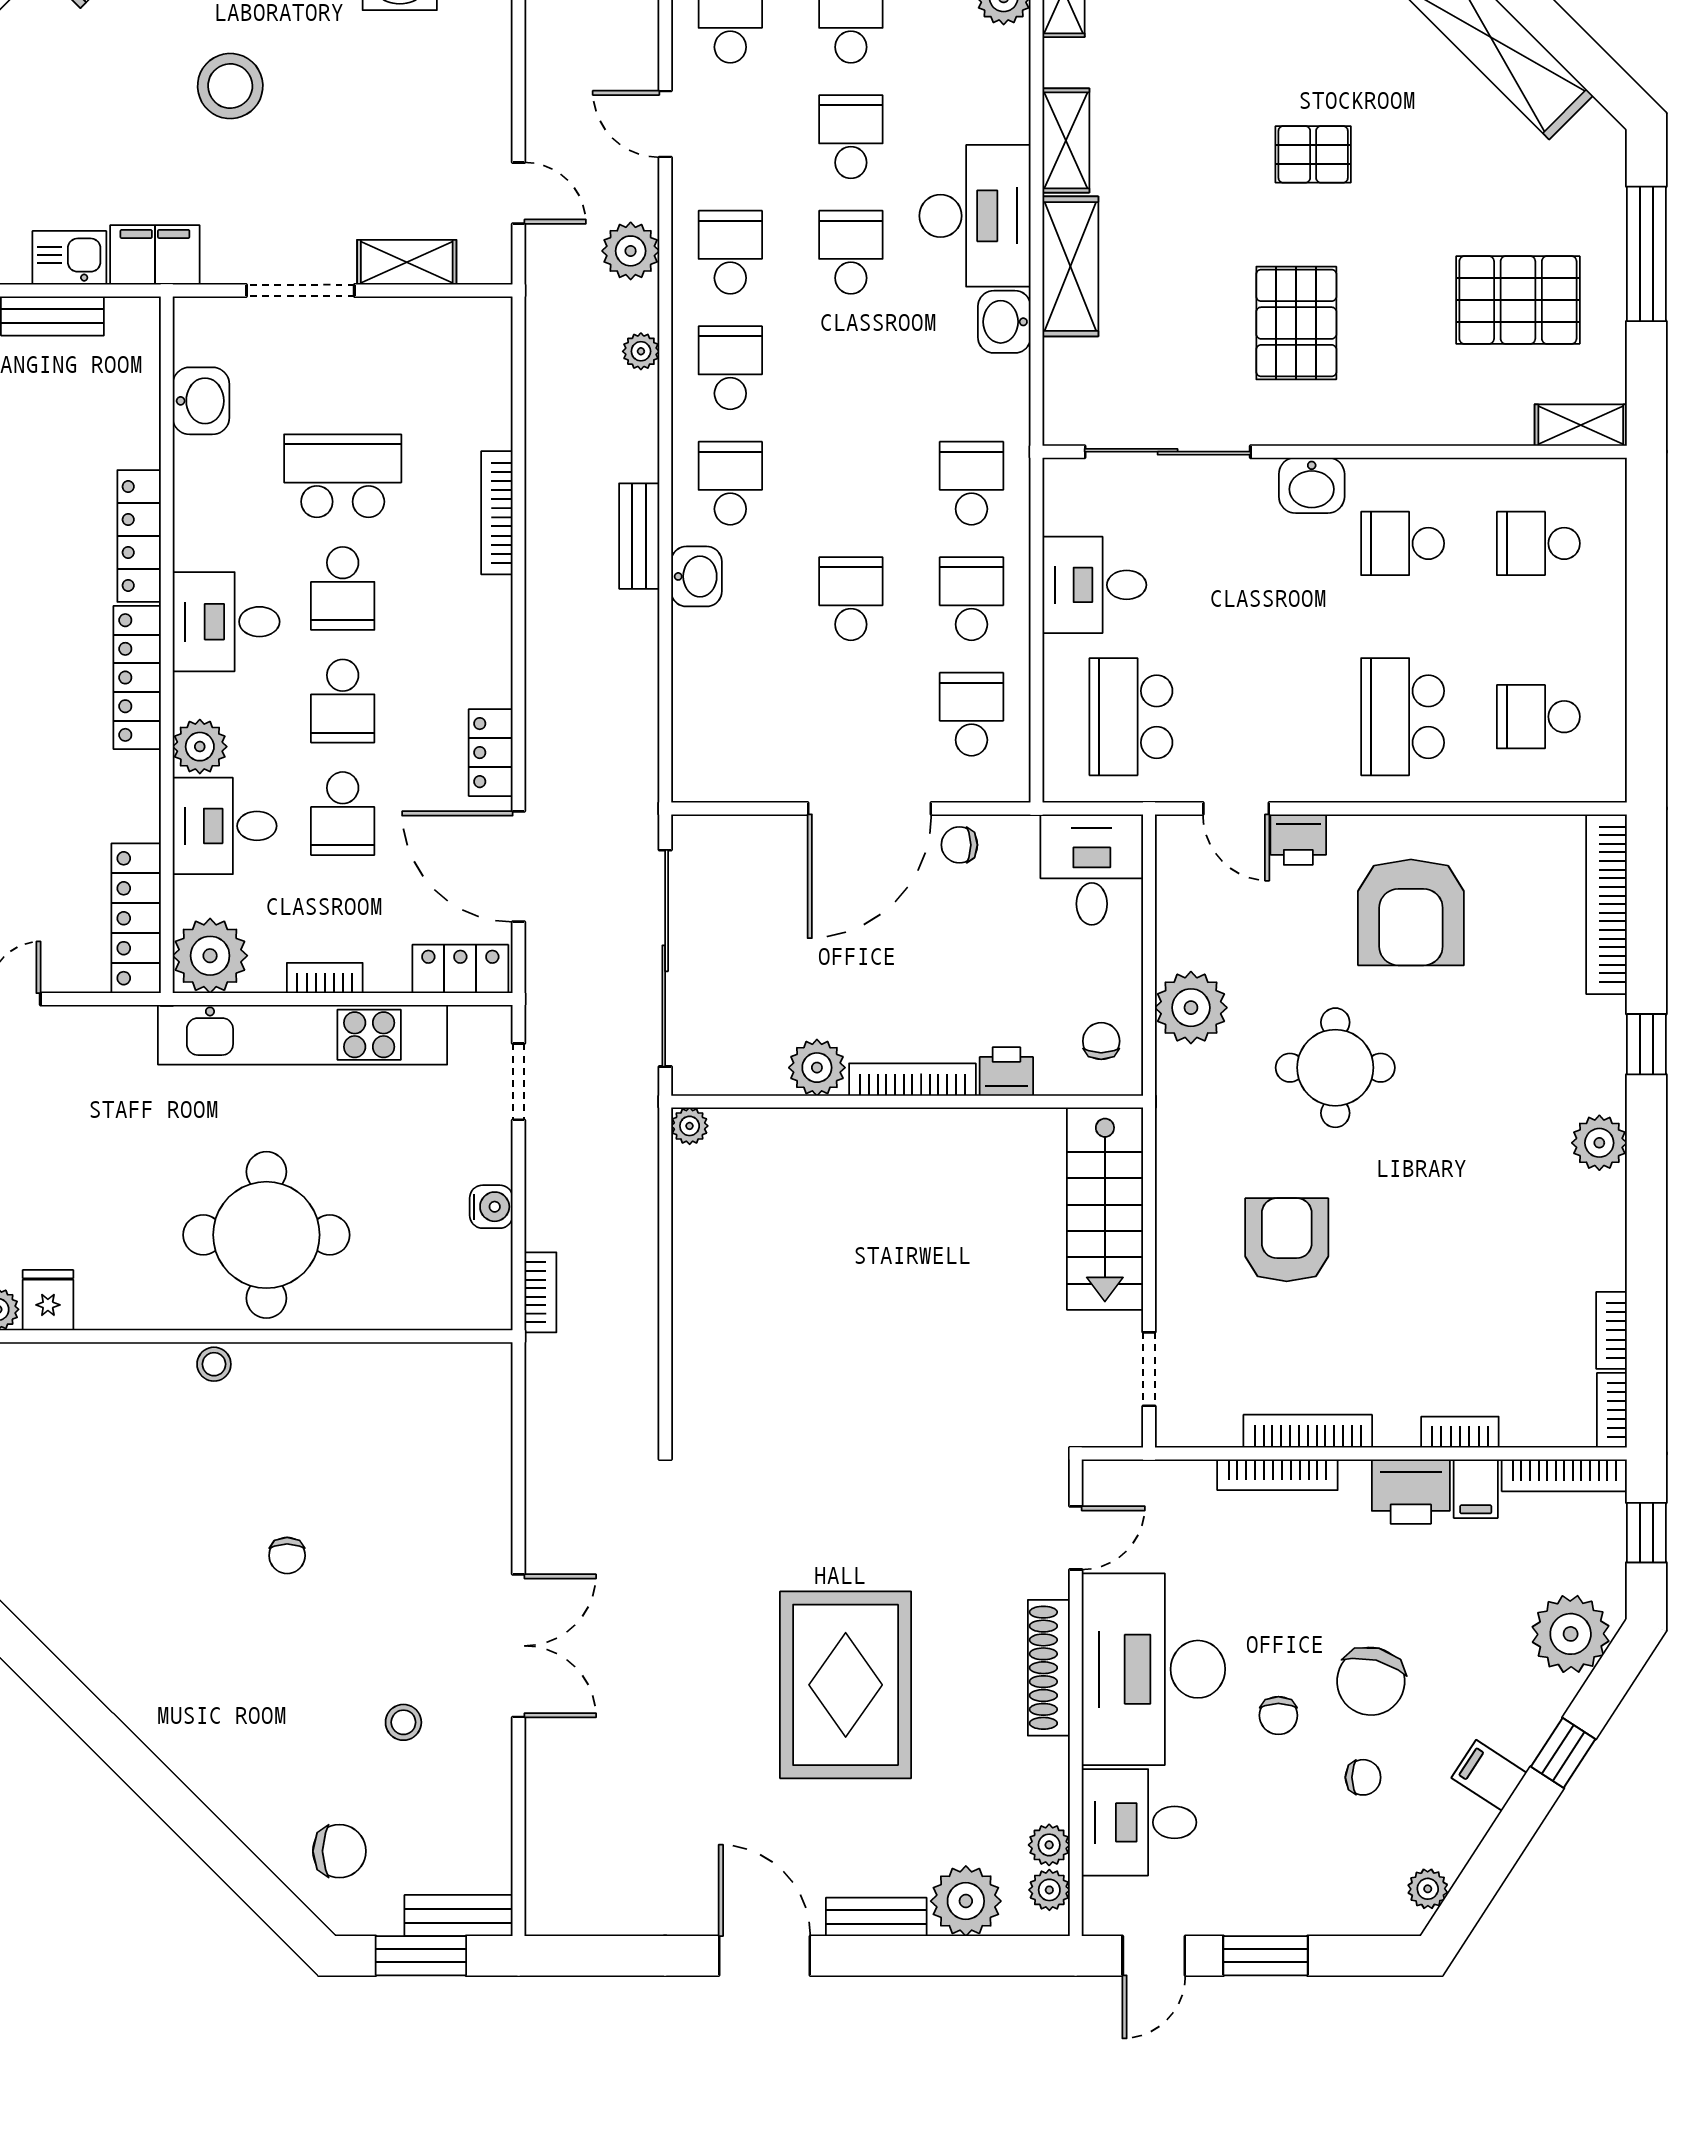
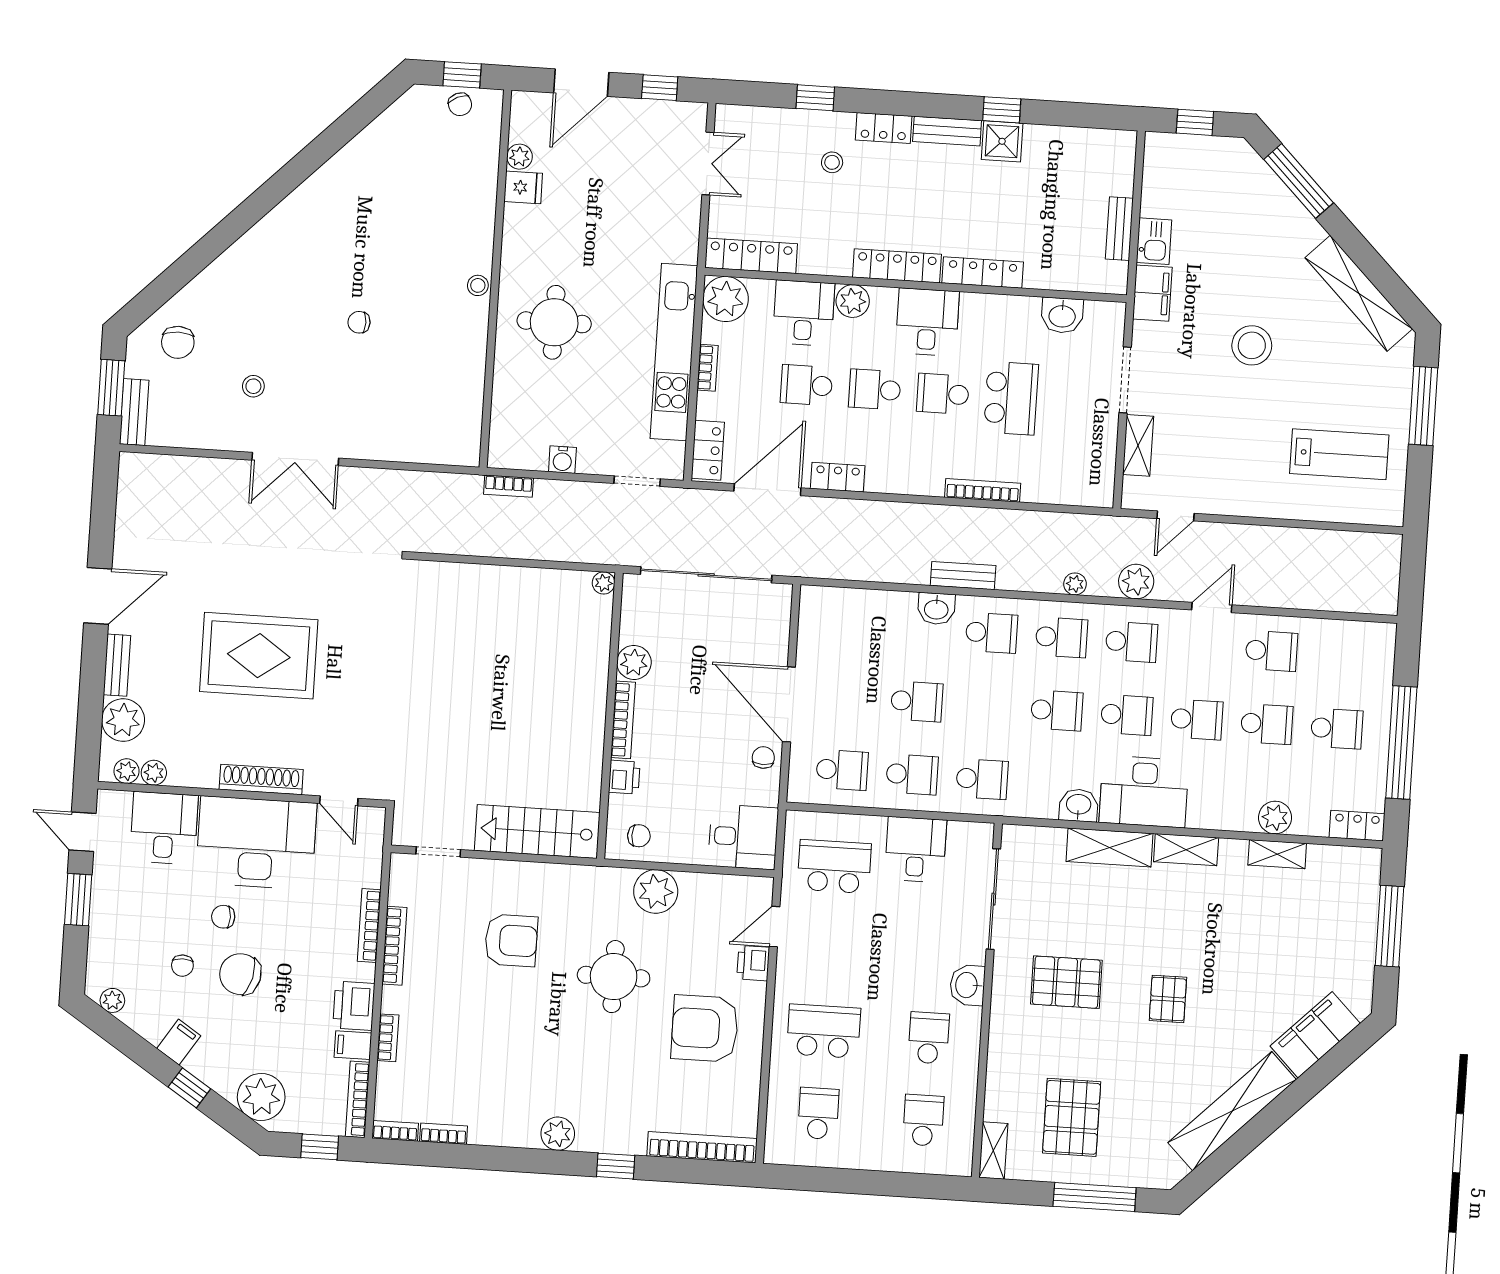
school desk: (851, 368) -> (1057, 710), added
round table: (266, 1235) -> (554, 322), width x0.73, depth x0.73

